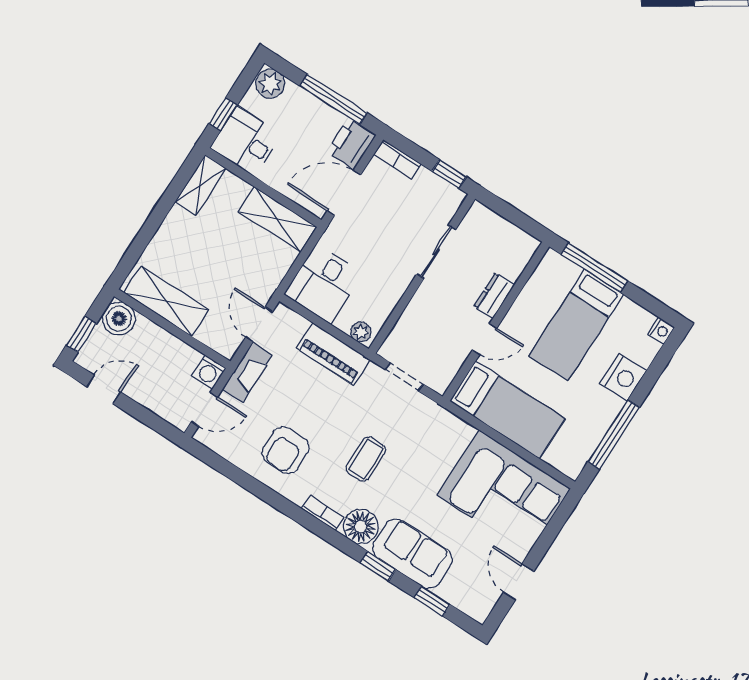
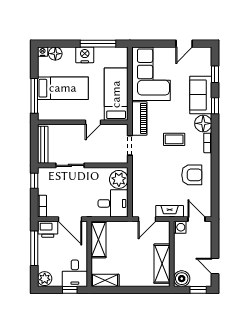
bench: (501, 228) -> (43, 145), added
dresser: (494, 296) -> (73, 130), removed
plant: (361, 332) -> (119, 179), width x1.88, depth x1.88
door: (485, 339) -> (93, 122), swing flipped
floor lamp: (644, 350) -> (55, 54), added
piano: (333, 354) -> (139, 118), moved
nightstand: (623, 377) -> (85, 55), moved

